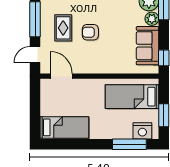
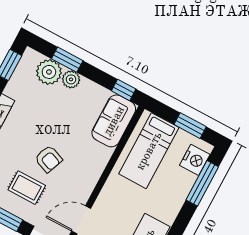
armchair: (90, 32) -> (49, 159), turned -69
sofa: (147, 46) -> (114, 121), moved, turned 90

